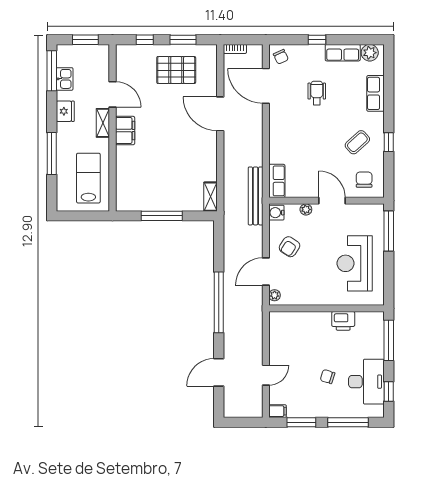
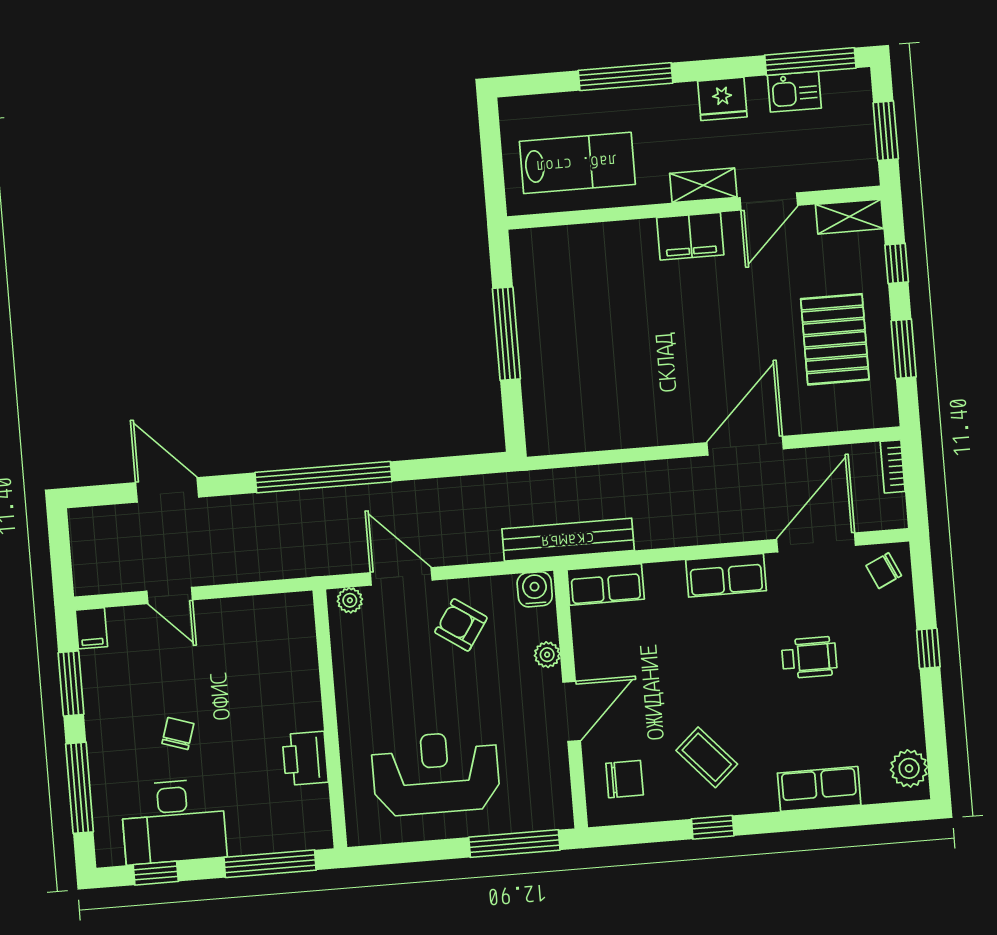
row of seats: (343, 53) -> (726, 575), moved, turned -90
shelving: (211, 197) -> (849, 217), moved

